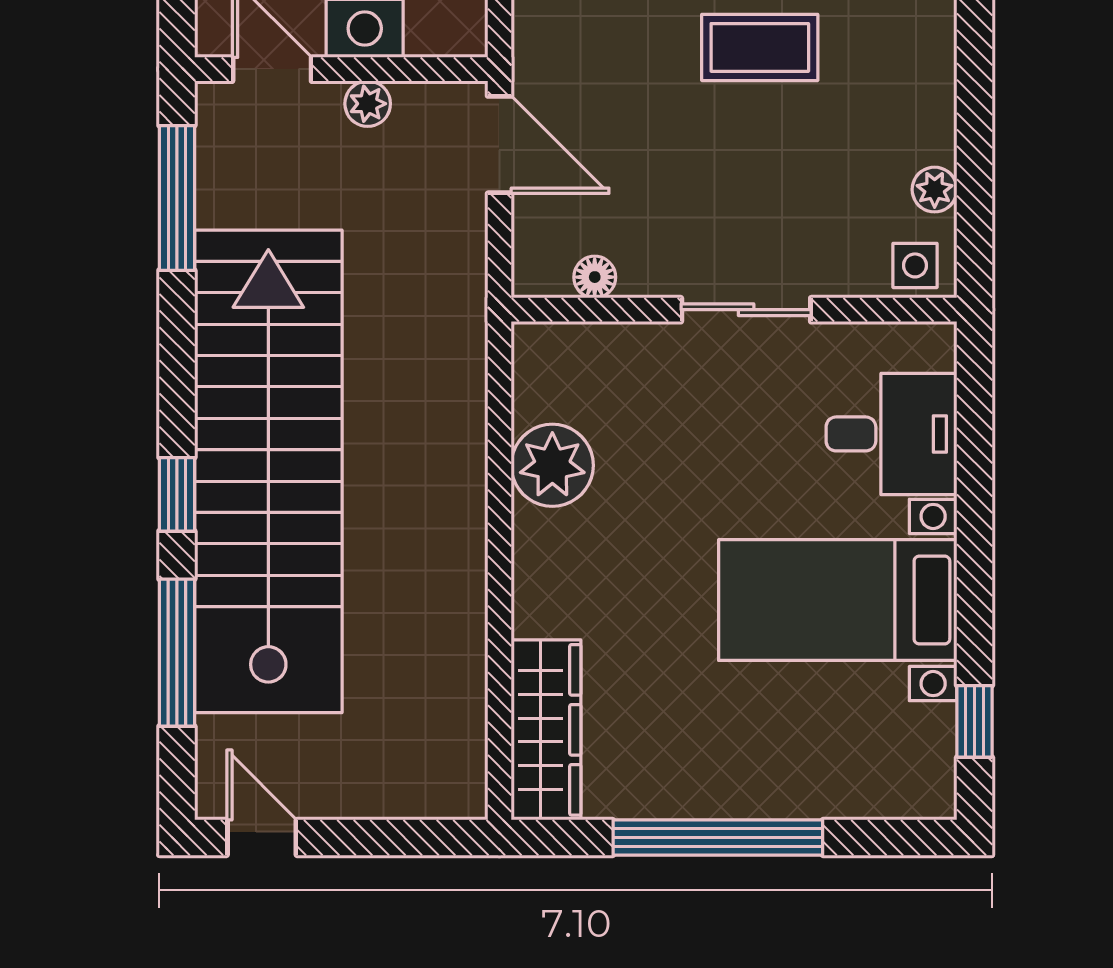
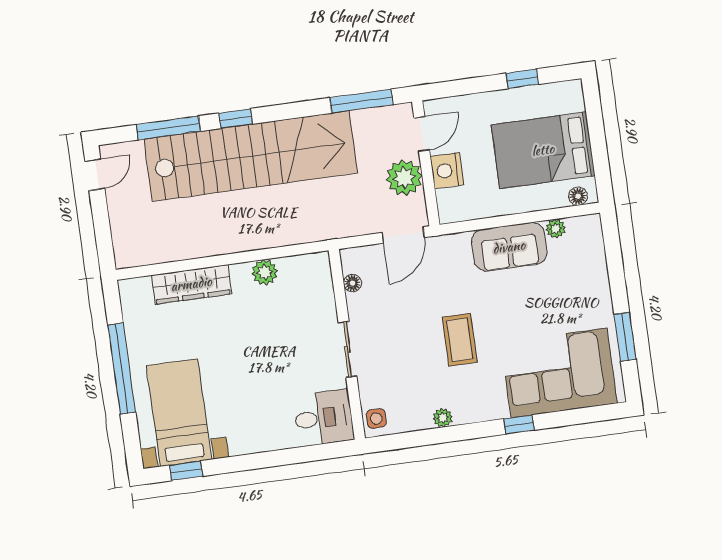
plant: (368, 104) -> (404, 178), width x1.88, depth x1.88
plant: (935, 190) -> (443, 418), moved
desk: (891, 434) -> (324, 418), moved, turned -90
plant: (552, 465) -> (265, 272), width x0.73, depth x0.73
bed with nightstands: (838, 600) -> (179, 413), moved
wardrobe: (546, 730) -> (191, 284), moved

